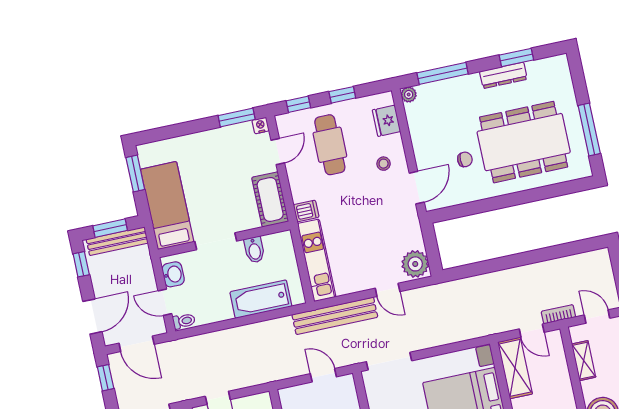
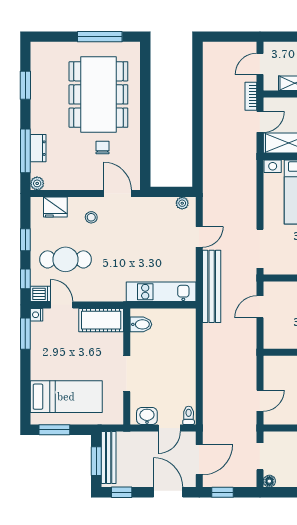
dresser: (503, 75) -> (38, 148), moved, width x0.70
bed: (167, 206) -> (66, 397), moved, turned 180
dishwasher: (306, 211) -> (40, 294), moved, turned 90
bidet: (254, 250) -> (141, 324), moved
plant: (415, 264) -> (182, 203), width x0.53, depth x0.53
bathtub: (261, 299) -> (184, 346), removed

